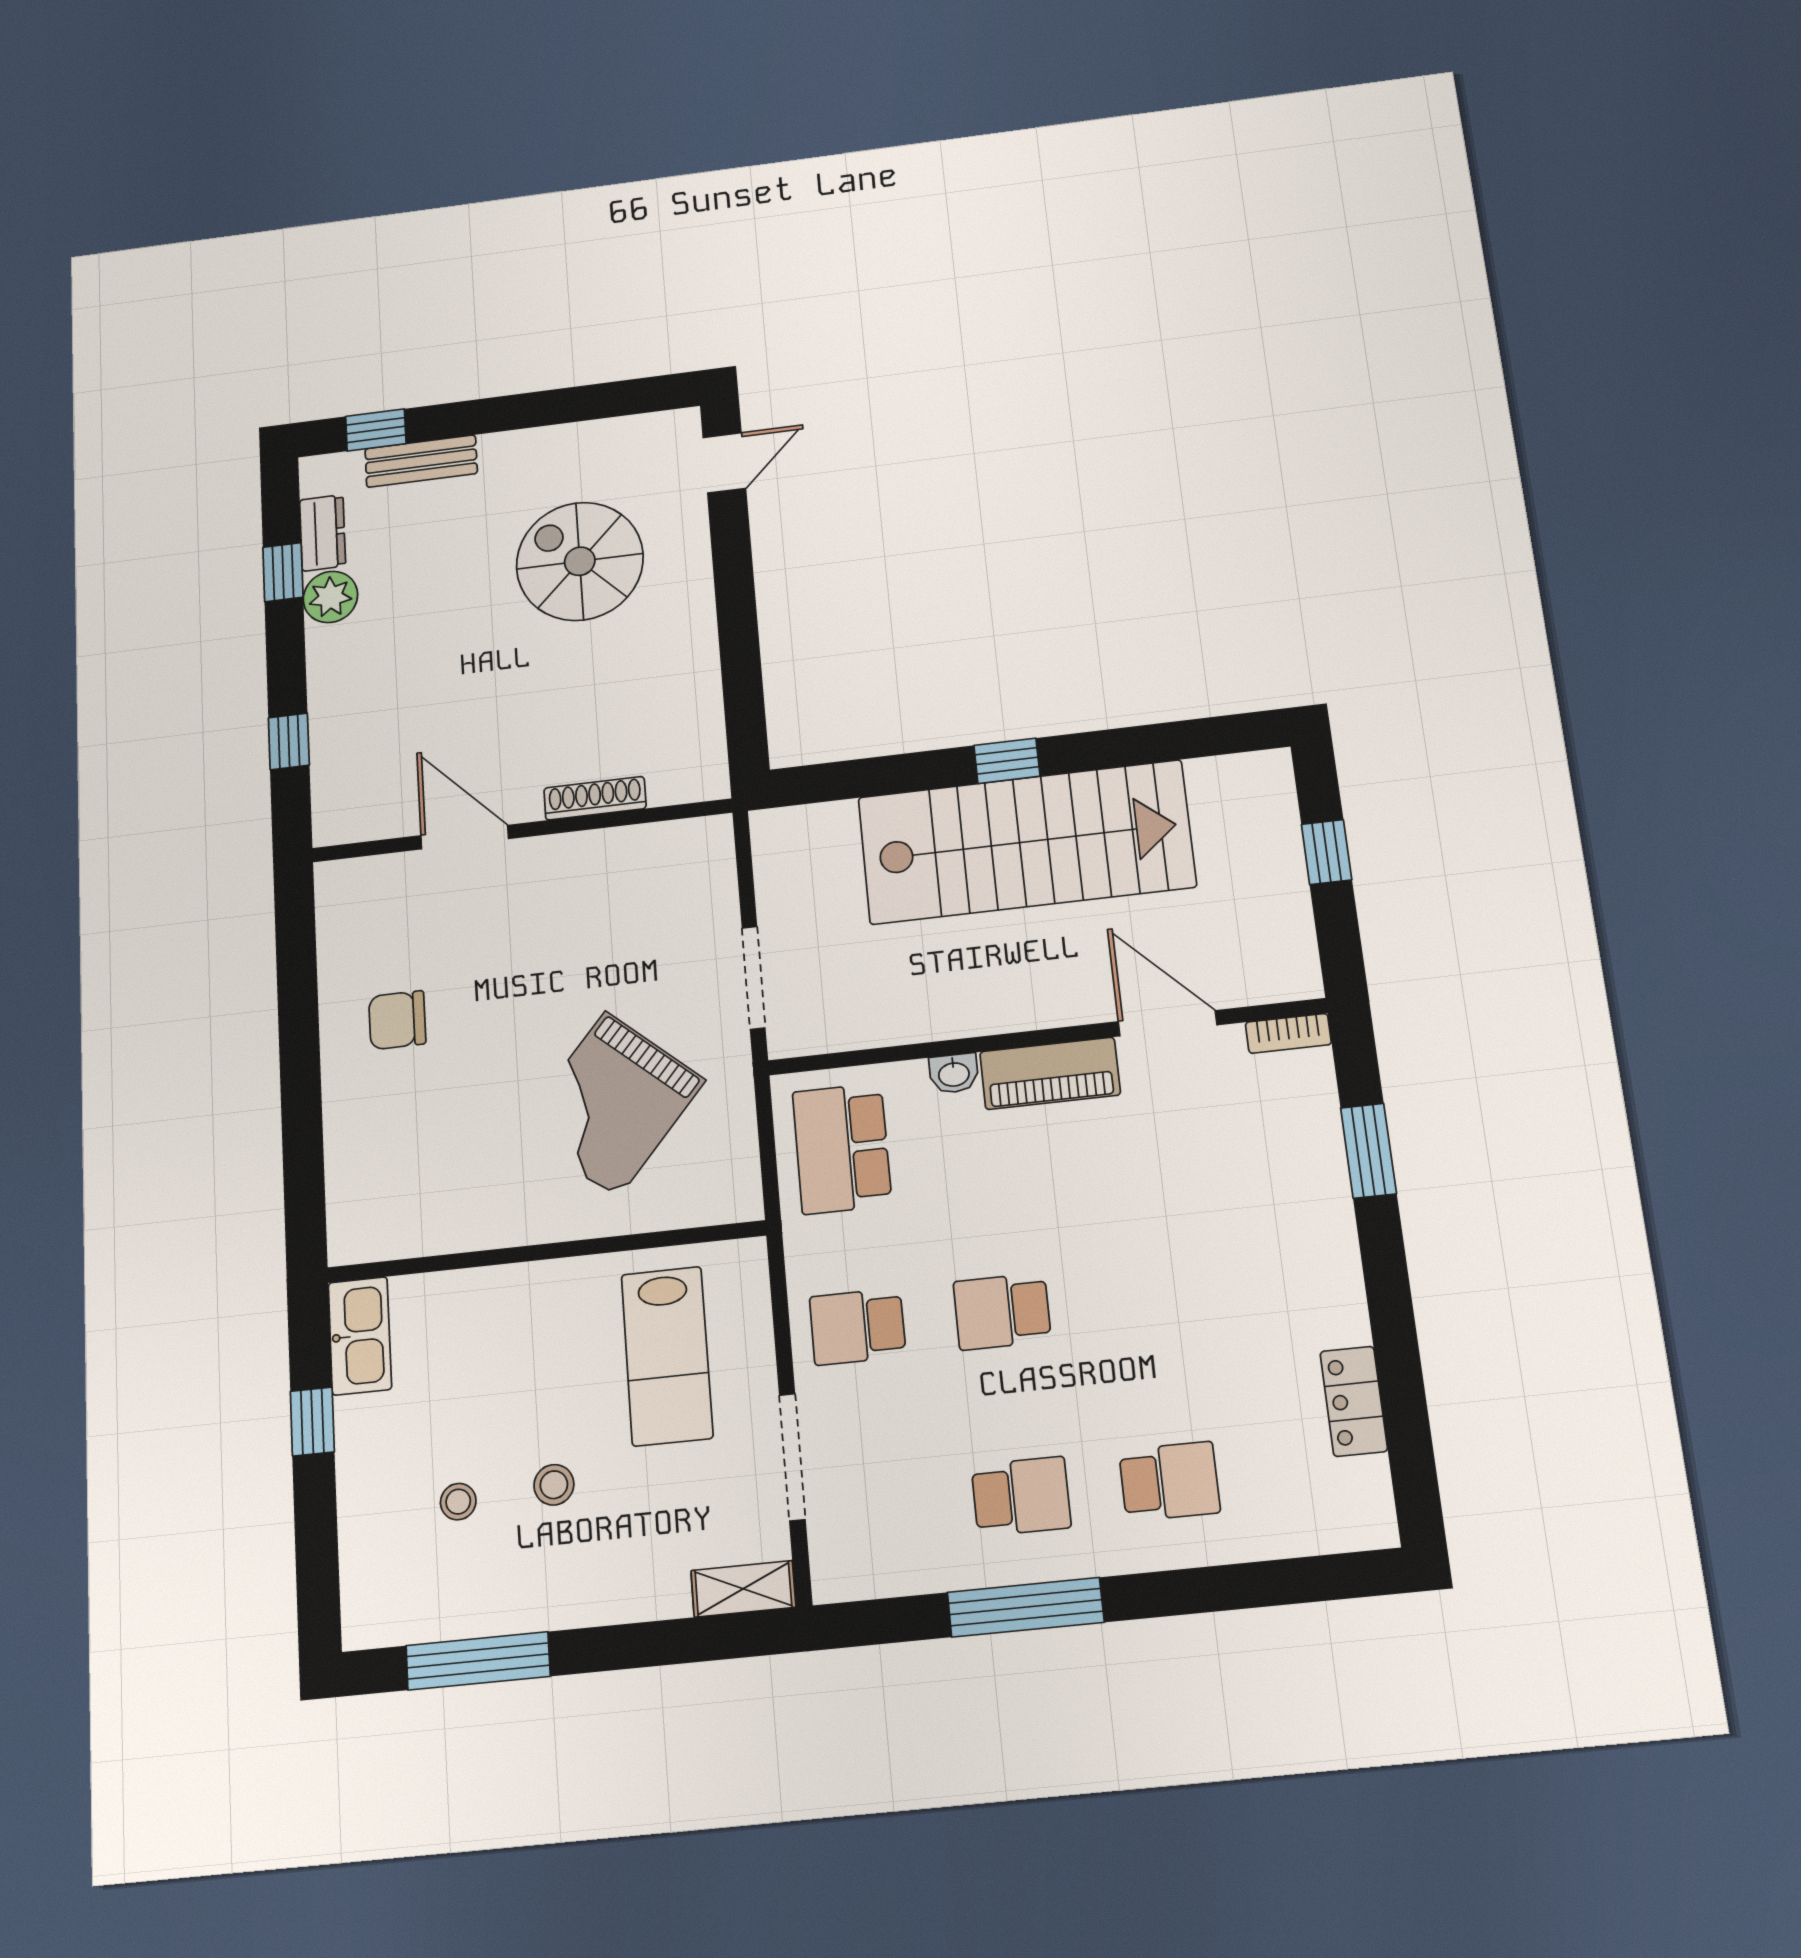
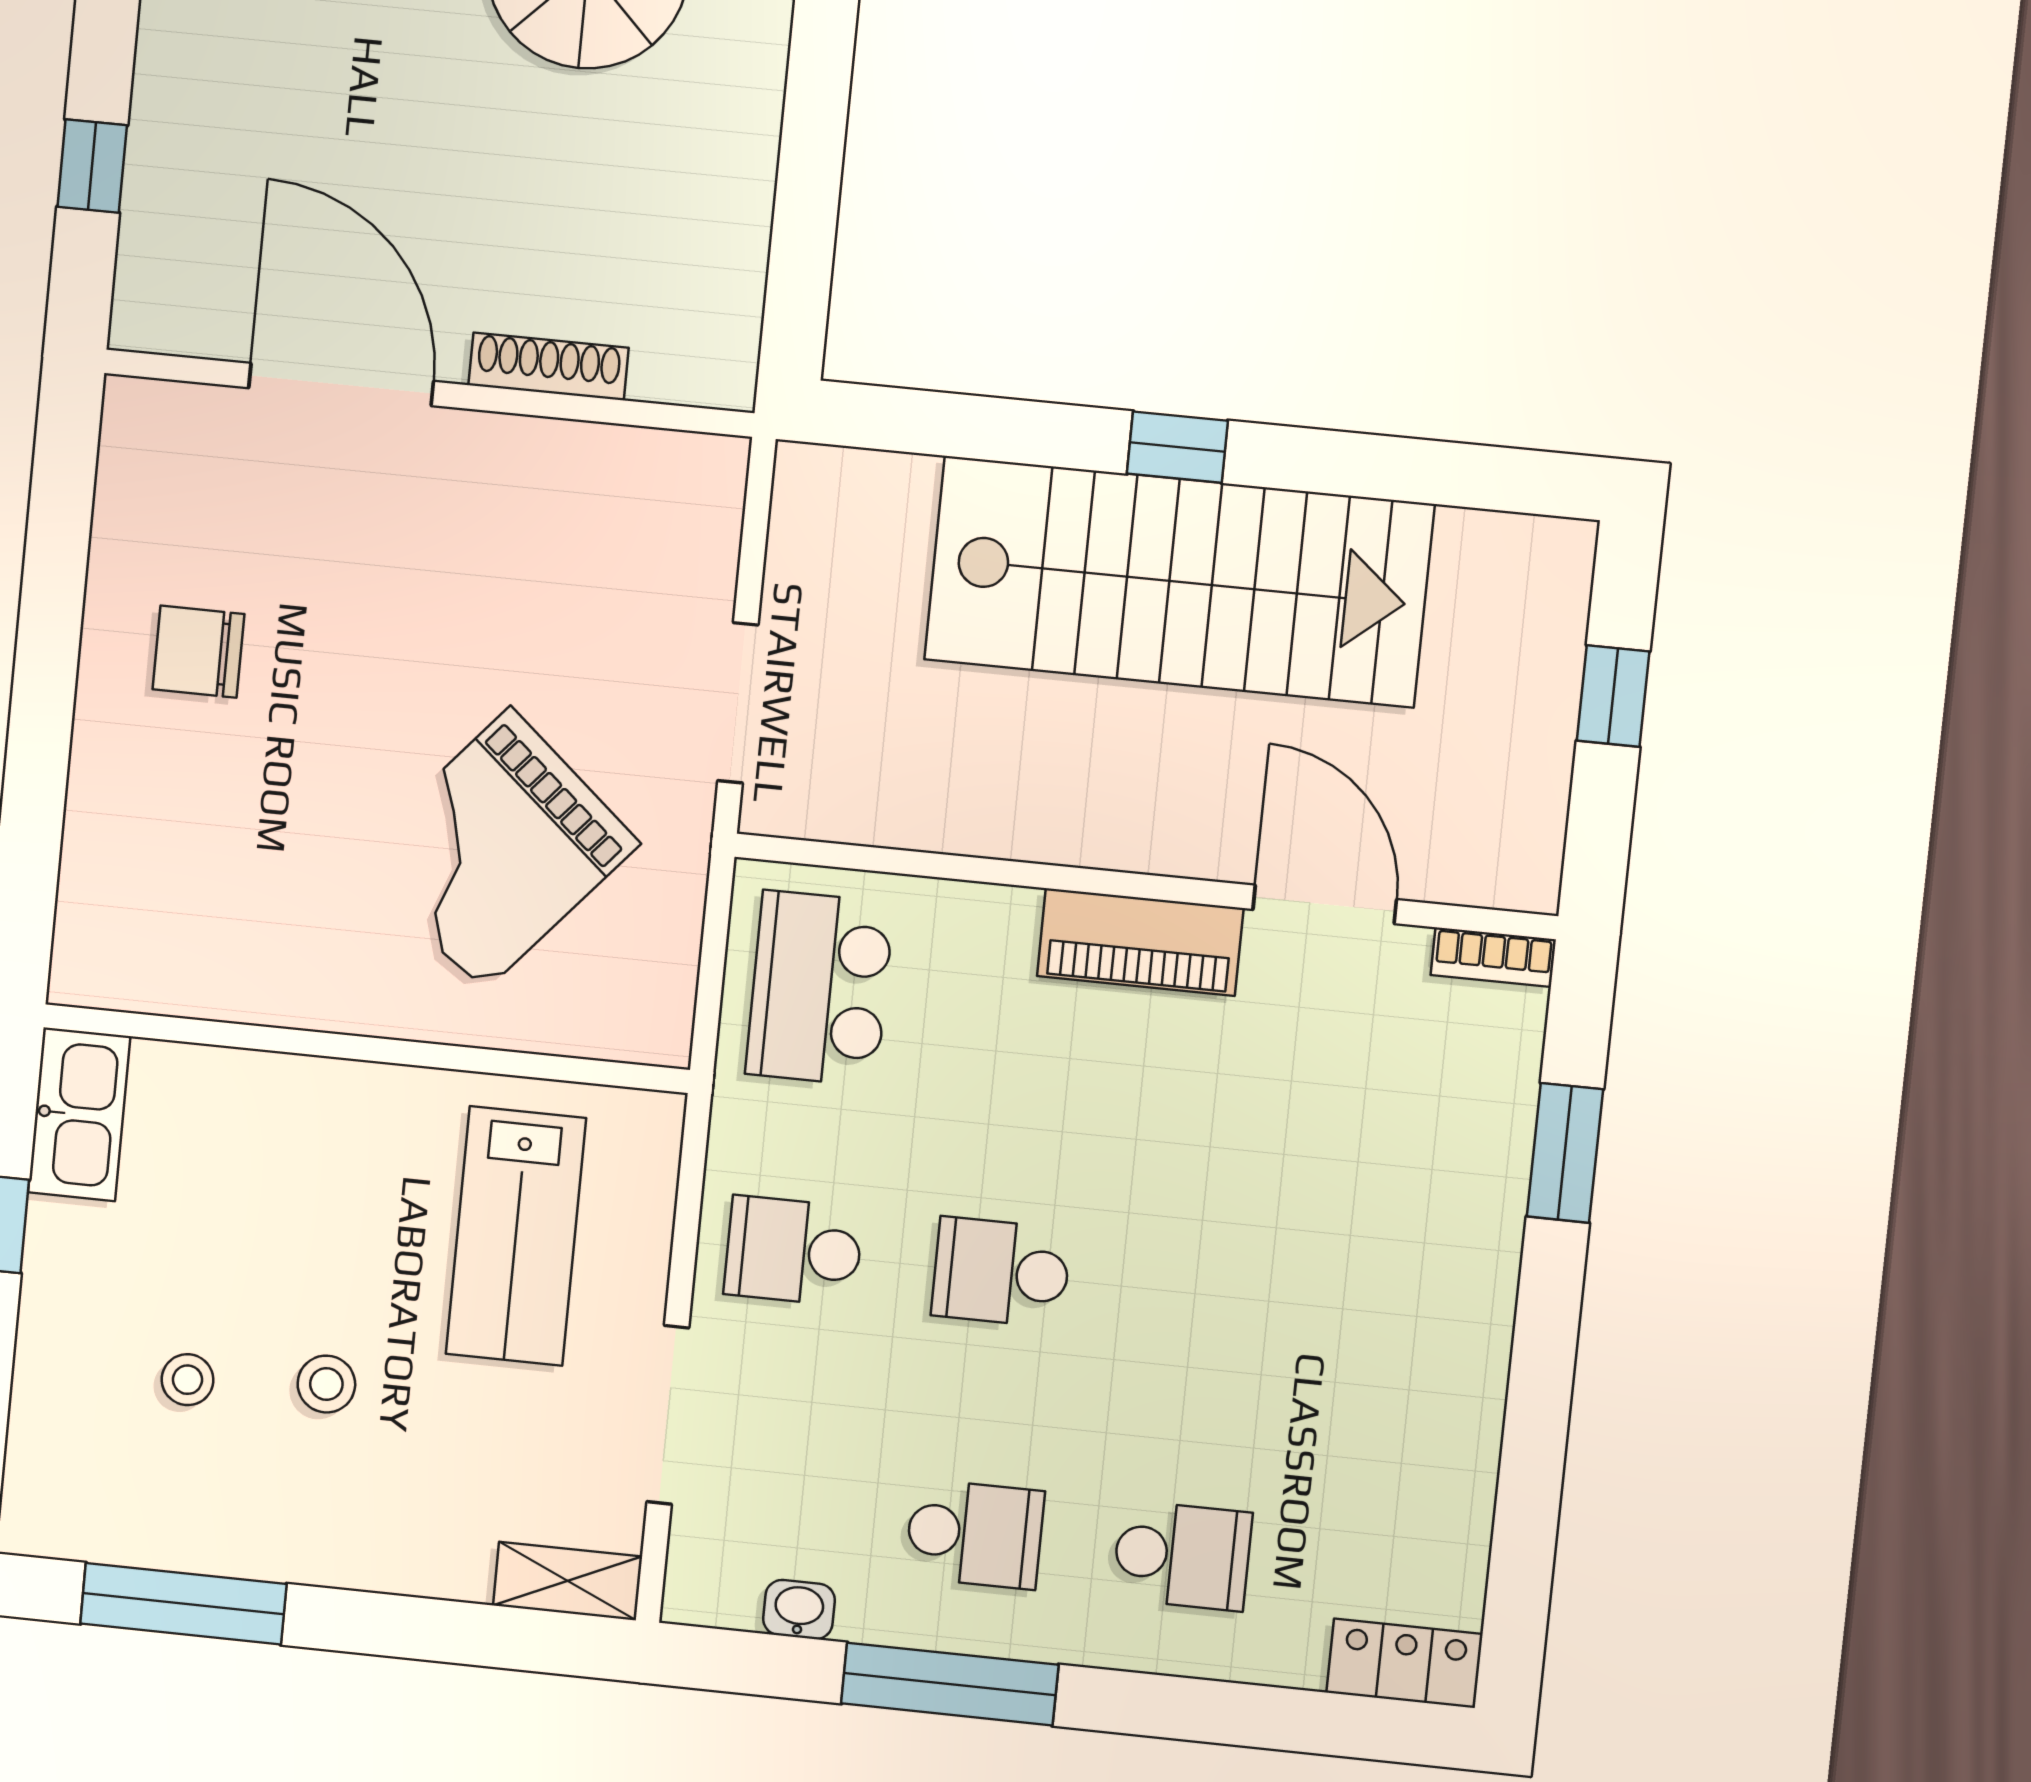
door: (465, 837) -> (341, 385), width x1.36
washbasin: (954, 1073) -> (799, 1609), moved, turned 180
locker: (1354, 1401) -> (1404, 1663), moved, turned 90

